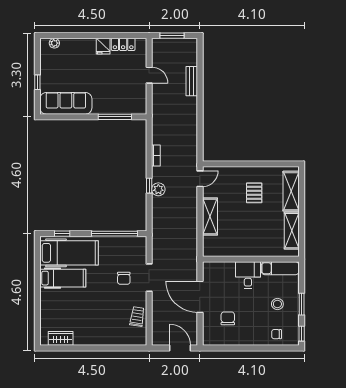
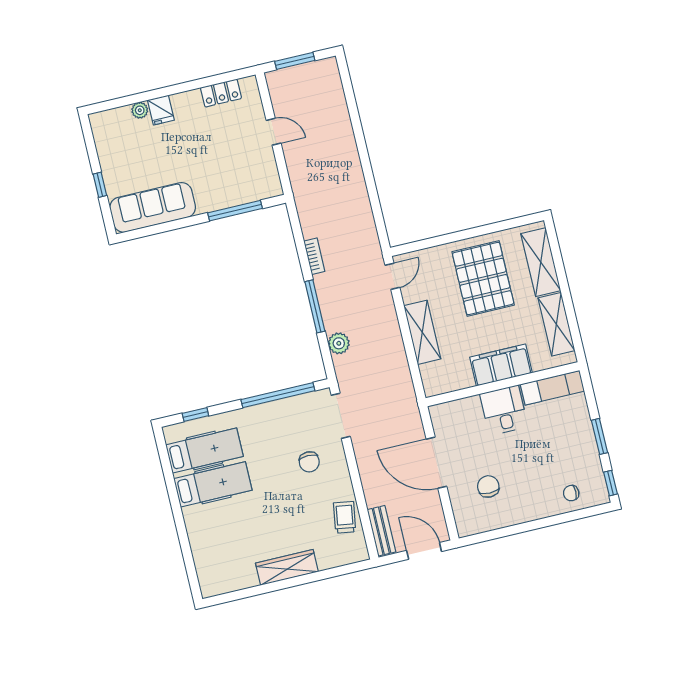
plant: (54, 43) -> (140, 110), moved
fridge: (103, 46) -> (161, 110), moved
bench: (192, 81) -> (381, 531), moved
window: (149, 186) -> (315, 306), width x2.17
plant: (158, 189) -> (339, 343), moved
pallet: (254, 193) -> (483, 278), width x2.05, depth x2.00
filing cabinet: (253, 247) -> (501, 365), added
hospital bed: (69, 253) -> (204, 451), width x0.73, depth x0.78
doorway: (149, 278) -> (341, 416), moved
stool: (277, 304) -> (561, 445), removed
wardrobe: (61, 338) -> (287, 567), moved, width x1.50

